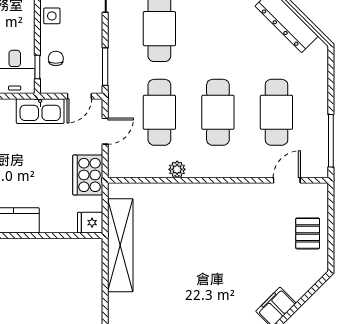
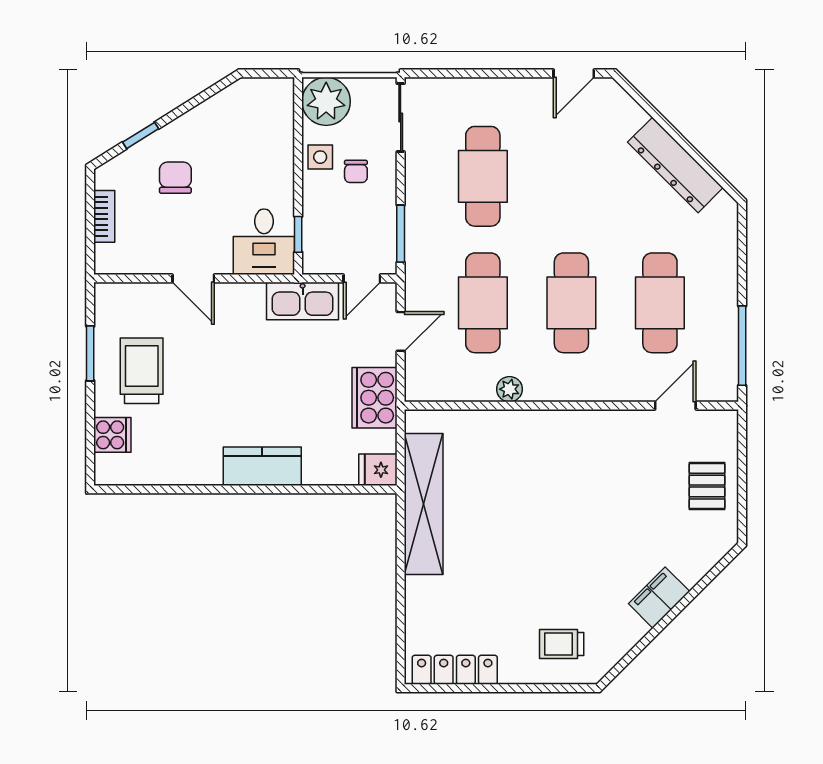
chair: (56, 58) -> (356, 171), moved, turned 180

